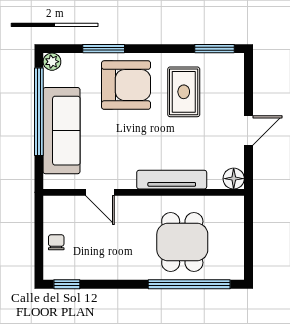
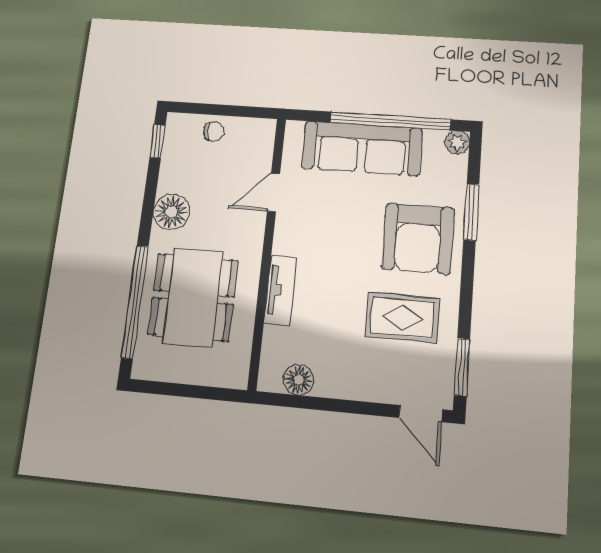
door: (249, 131) -> (421, 414), moved
floor lamp: (234, 179) -> (299, 380), moved
tv unit: (172, 180) -> (280, 290), width x0.71
dining table: (182, 242) -> (193, 297), width x1.38
floor lamp: (121, 266) -> (171, 212), added

